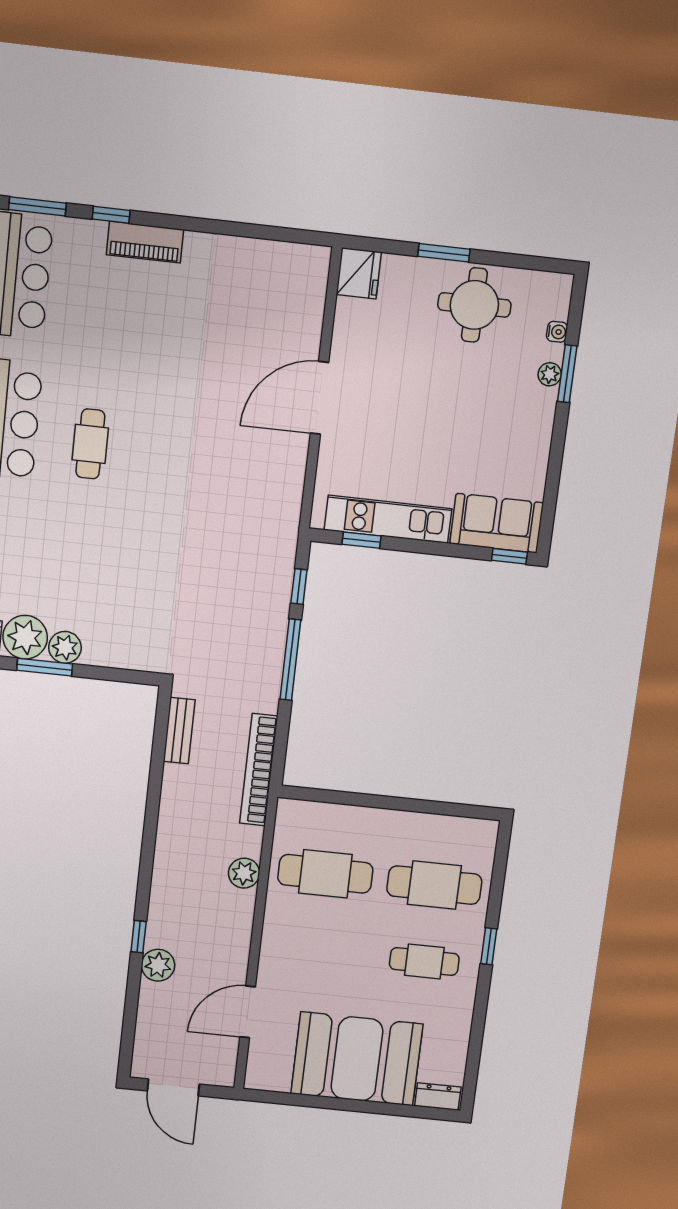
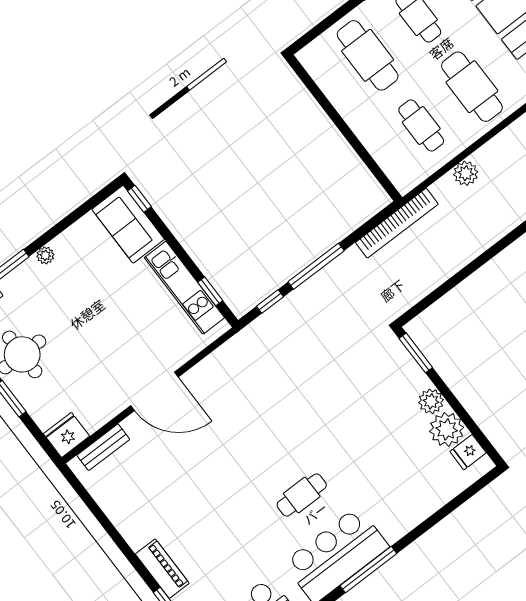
plant: (550, 374) -> (45, 255), moved
window: (45, 667) -> (416, 353), moved
bench: (179, 731) -> (103, 447), moved
cafe table: (325, 874) -> (421, 125), width x0.73, depth x0.74
cafe table: (316, 950) -> (472, 87), added

